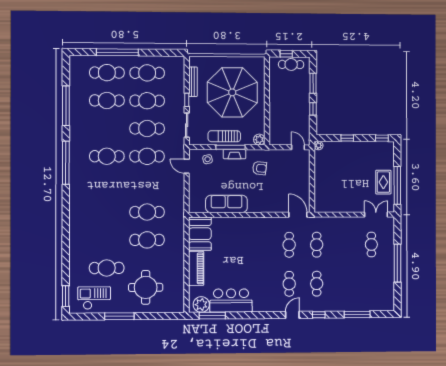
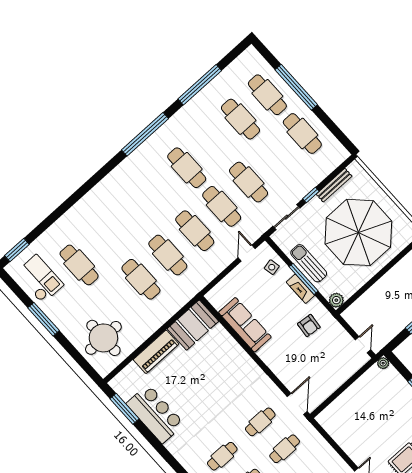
cafe table: (147, 101) -> (195, 231), moved
round table: (146, 287) -> (103, 338), moved
plant: (201, 305) -> (125, 388), removed

